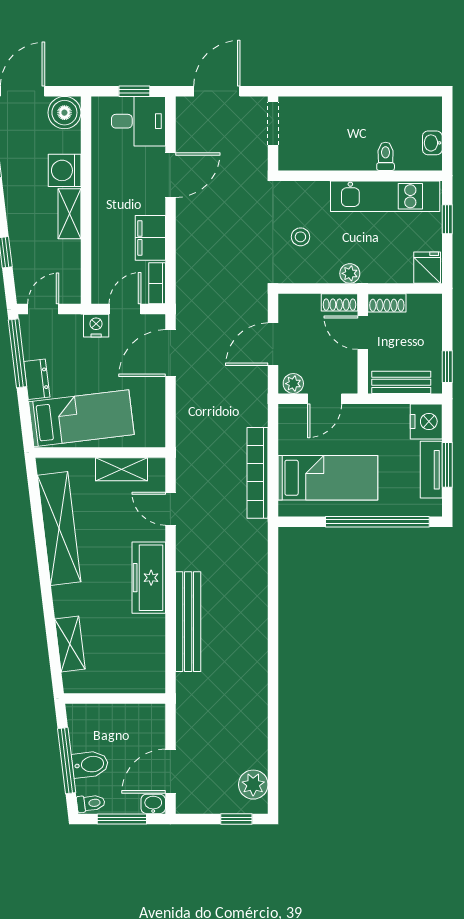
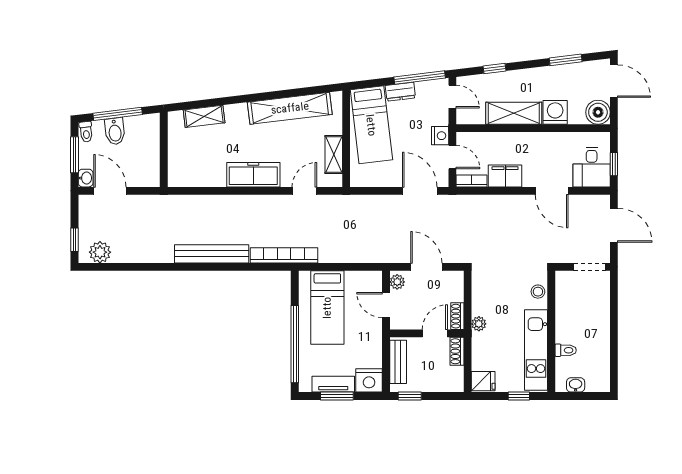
shelving: (70, 214) -> (514, 113), width x1.50, depth x1.33
stool: (300, 237) -> (538, 292), moved
bookcase: (258, 473) -> (284, 255), moved
bench: (188, 622) -> (212, 254), moved

